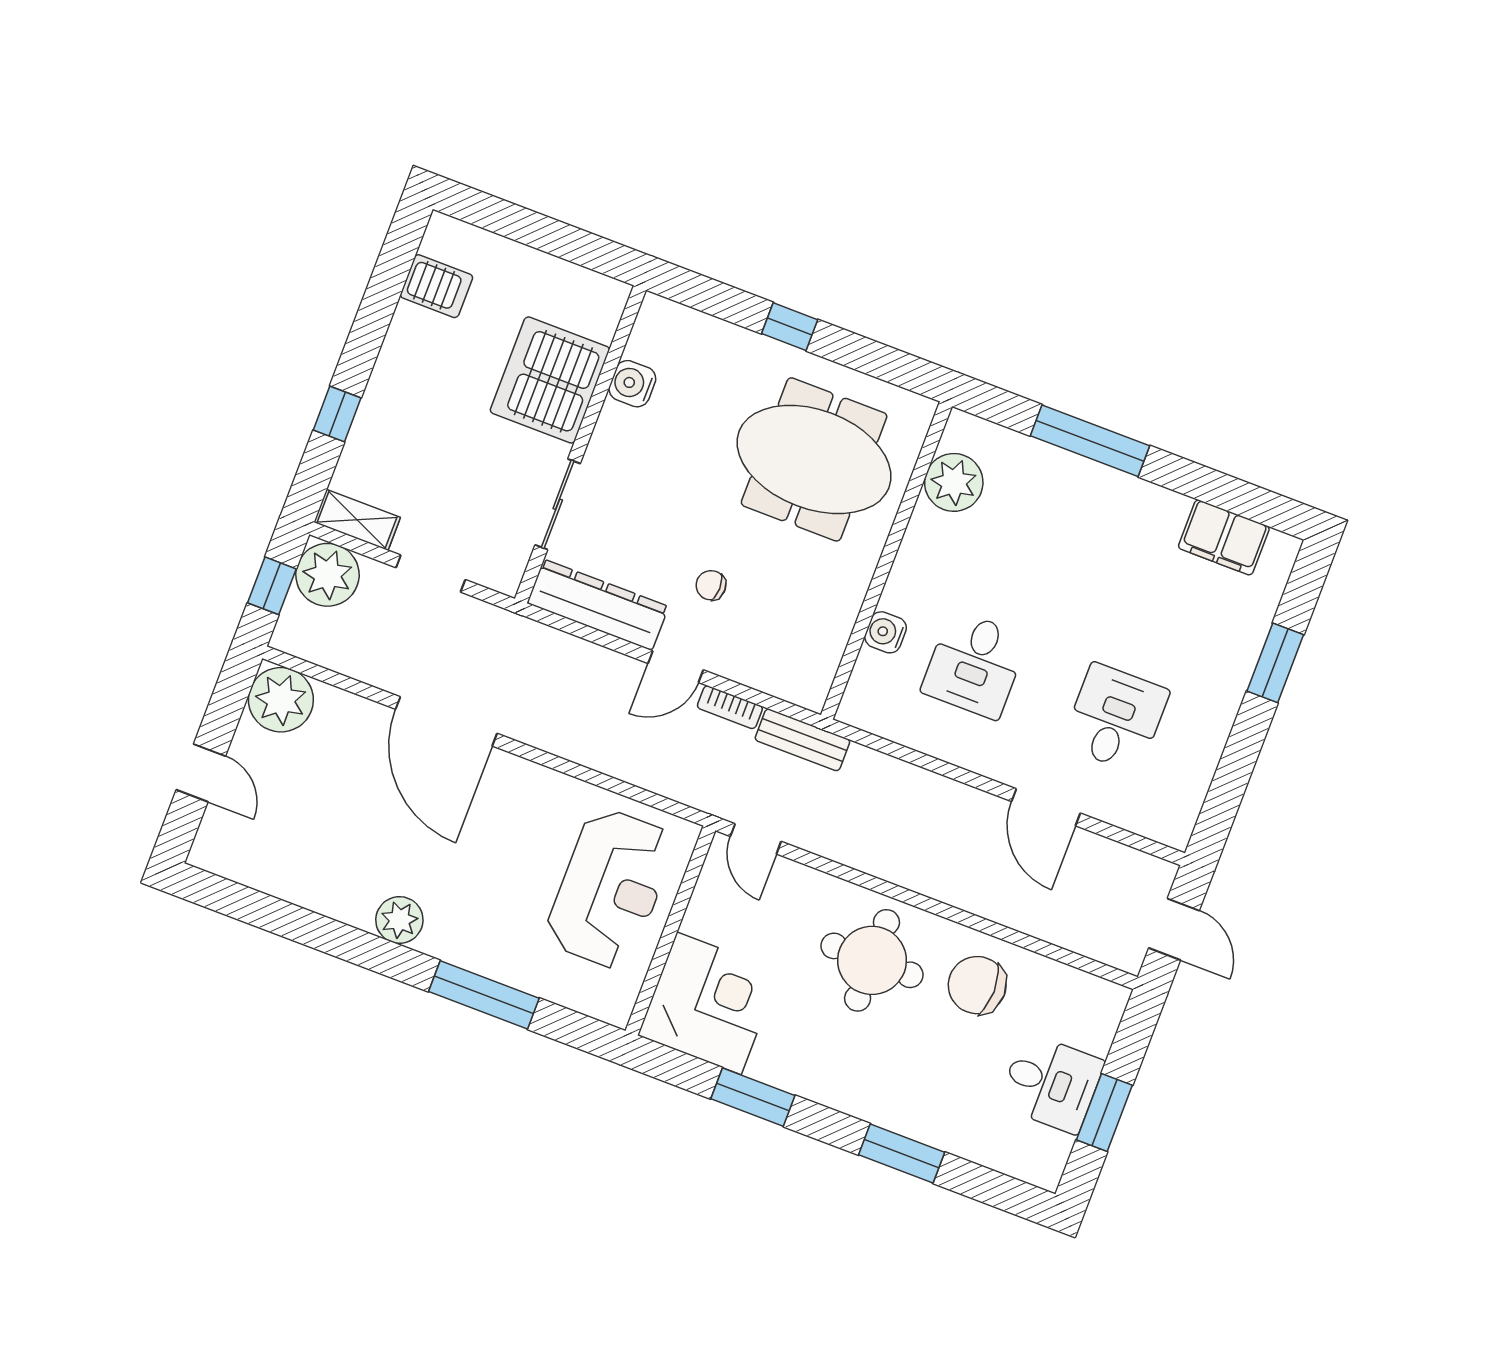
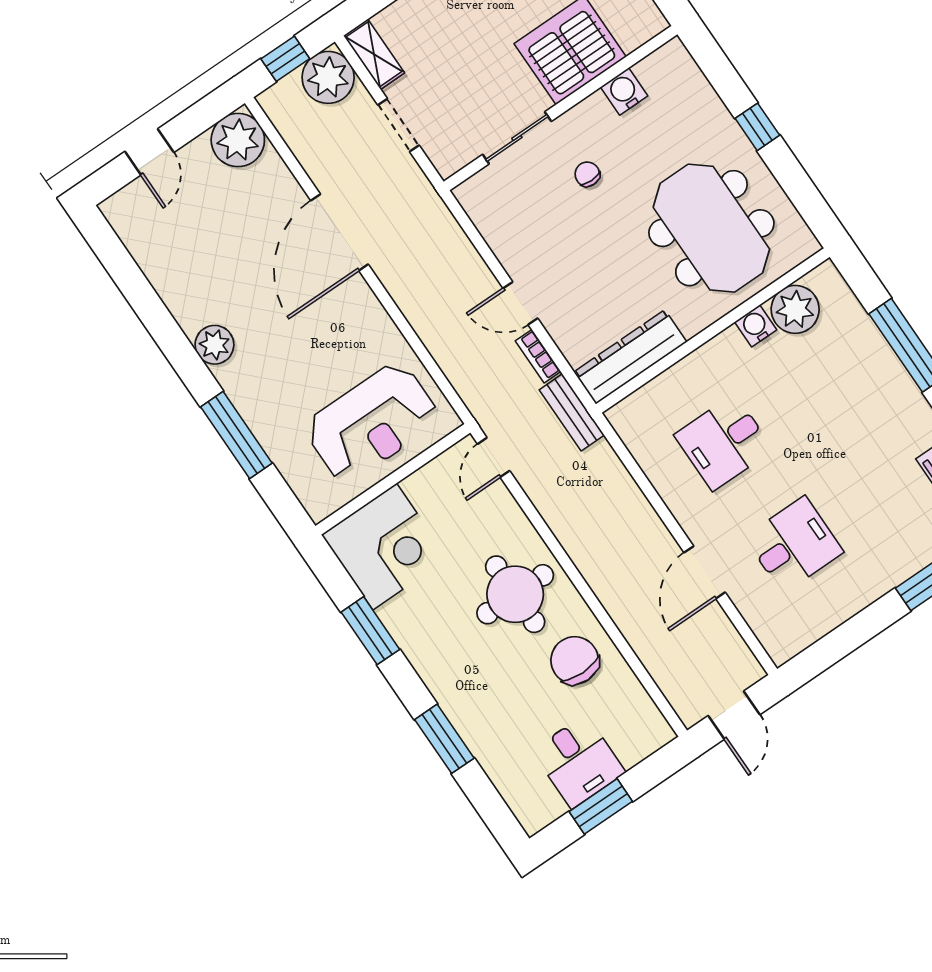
chair: (711, 585) -> (587, 174), moved
dresser: (598, 605) -> (630, 357), moved, turned -90
water cooler: (886, 632) -> (756, 326), moved

